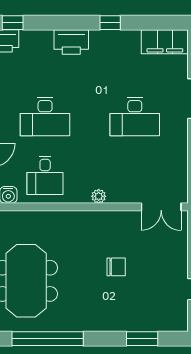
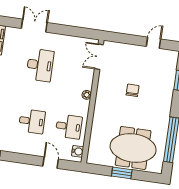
desk: (45, 117) -> (32, 121), width x0.73
double door: (161, 207) -> (99, 57), swing flipped

